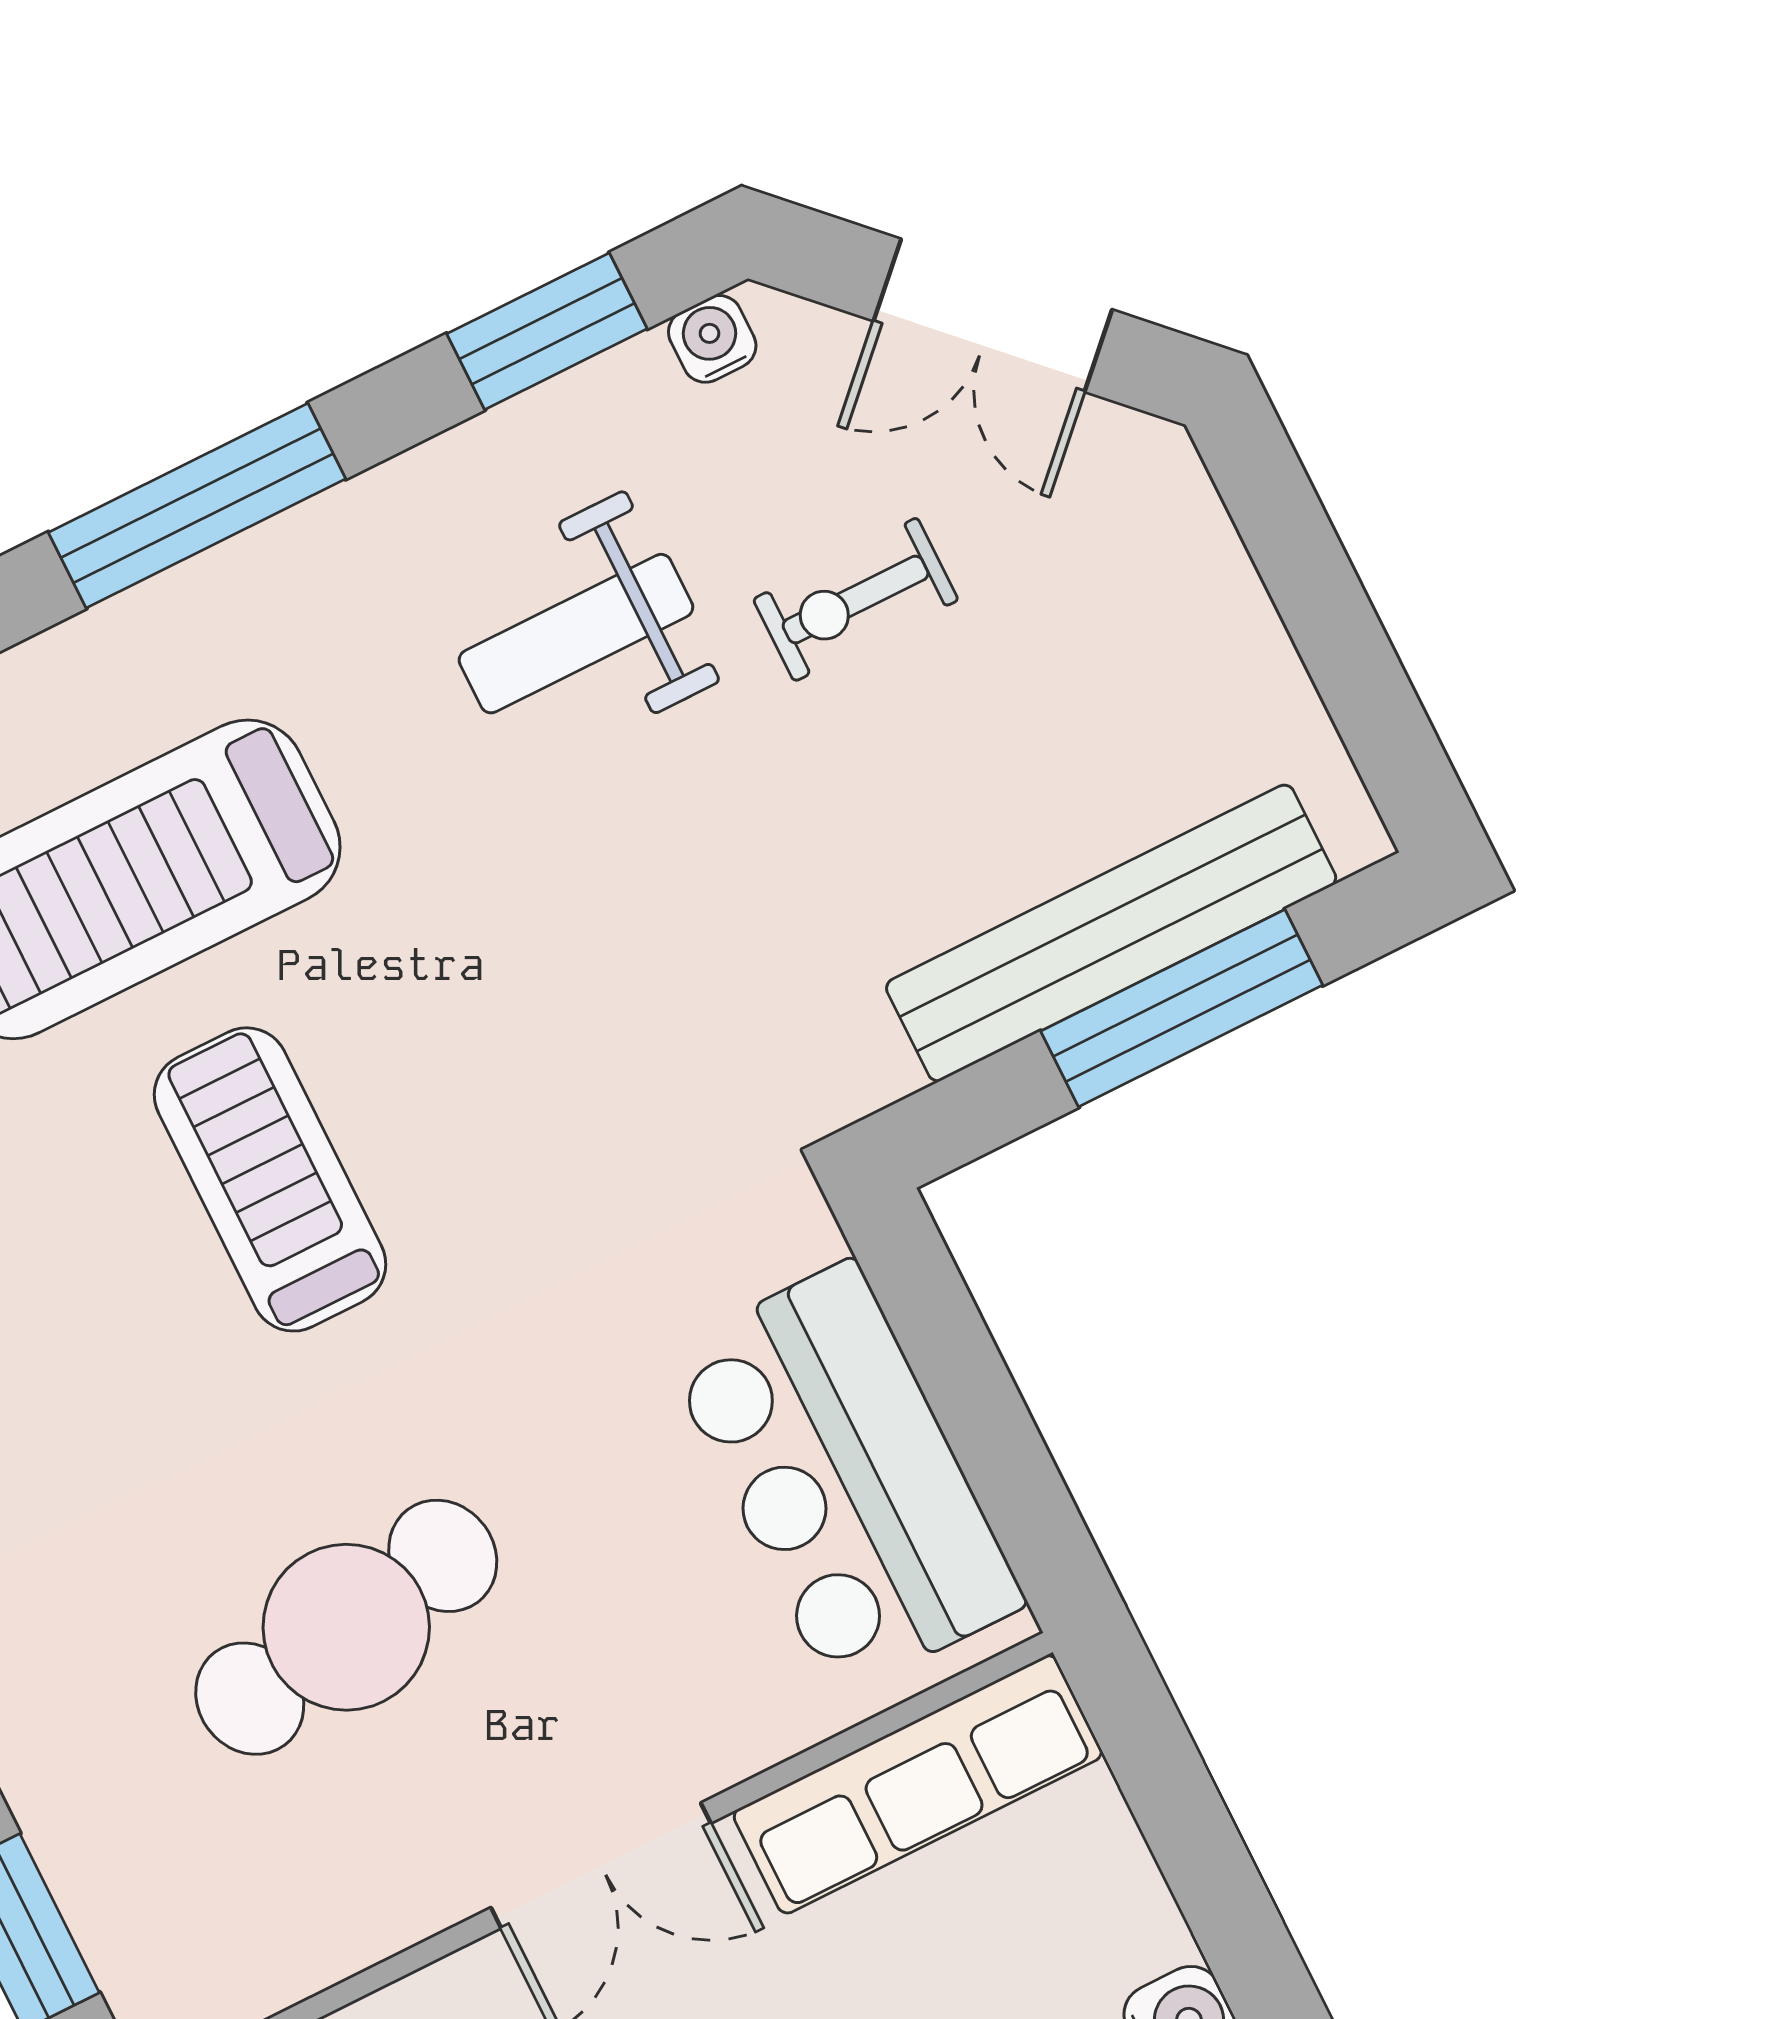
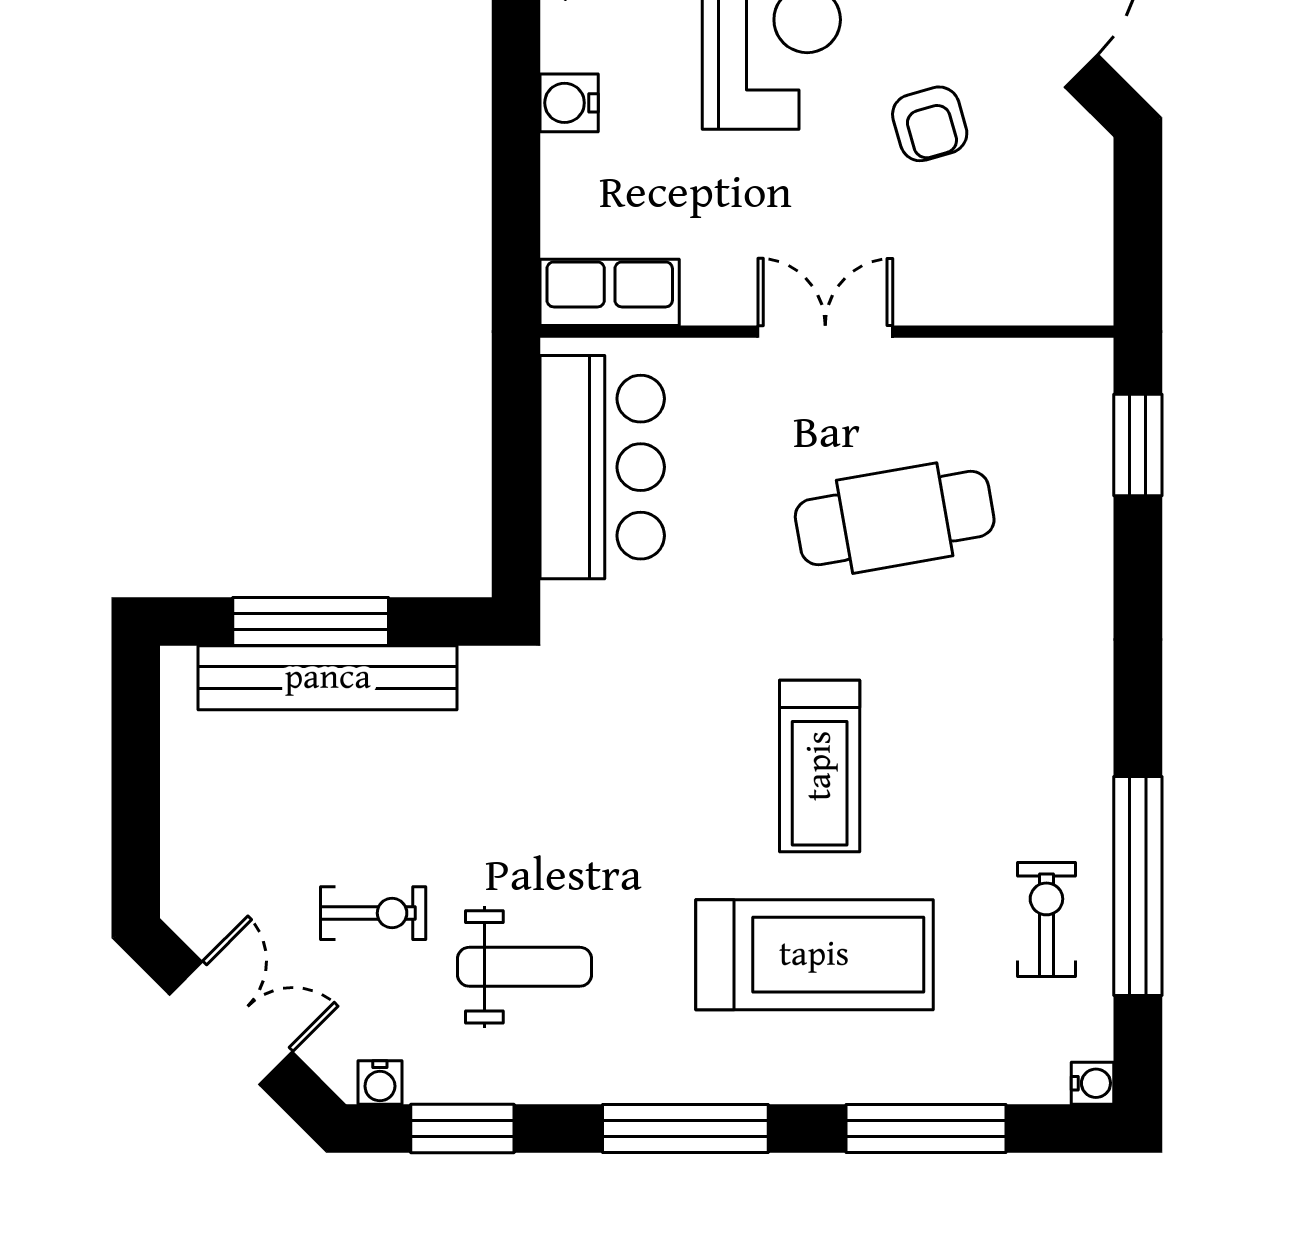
row of seats: (918, 1784) -> (610, 292), width x0.68

